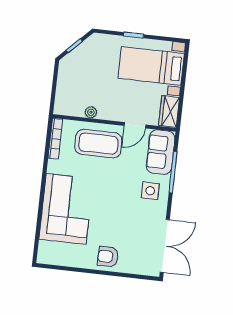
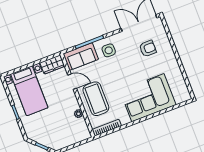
armchair: (108, 257) -> (148, 49), moved, turned -90

